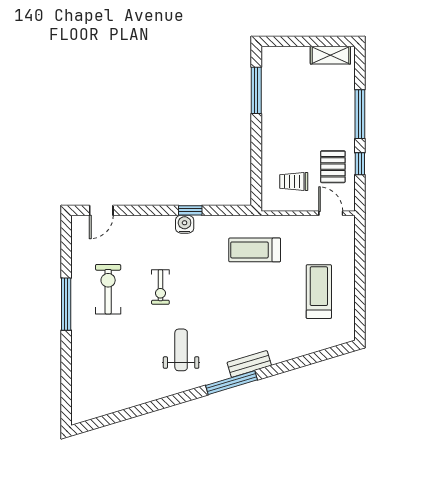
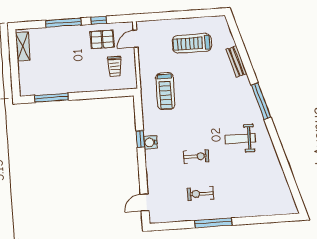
door: (101, 210) -> (145, 202), swing flipped
exercise bike: (108, 289) -> (200, 194), width x0.73, depth x0.72
bench: (249, 364) -> (236, 61), moved

